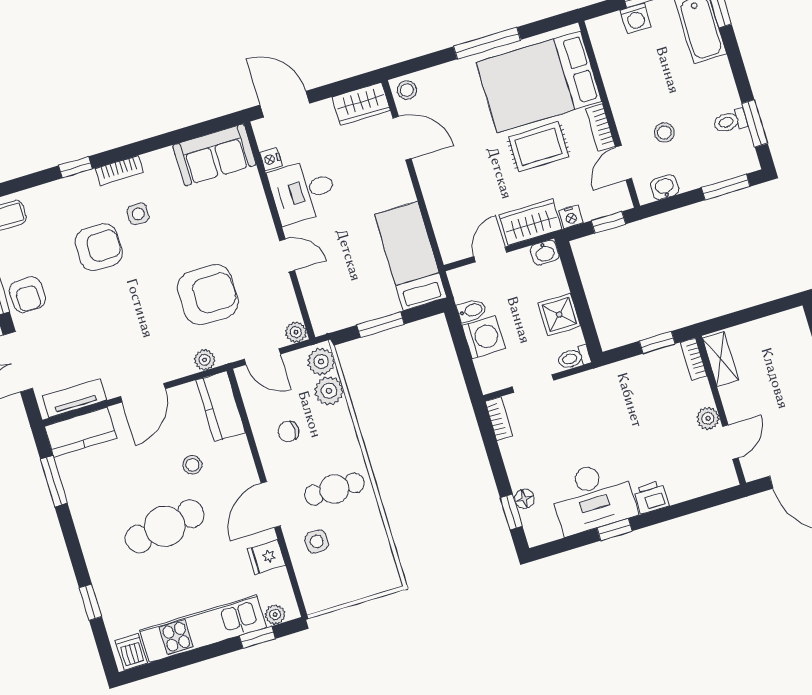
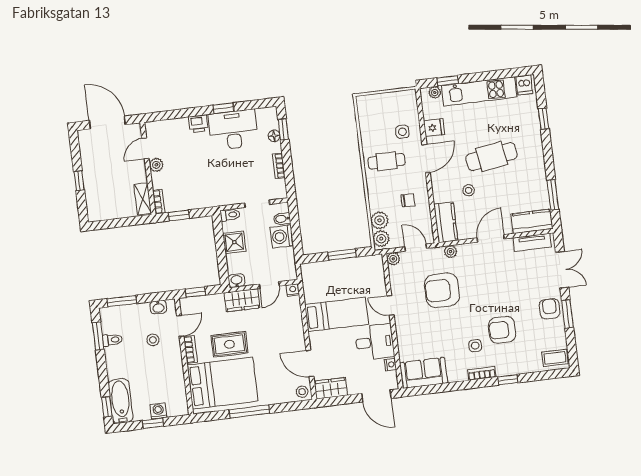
nightstand: (571, 217) -> (293, 290), moved
bed: (411, 256) -> (337, 314), moved, turned -90
bidet: (472, 311) -> (282, 219), moved
bookcase: (499, 419) -> (279, 166), moved

